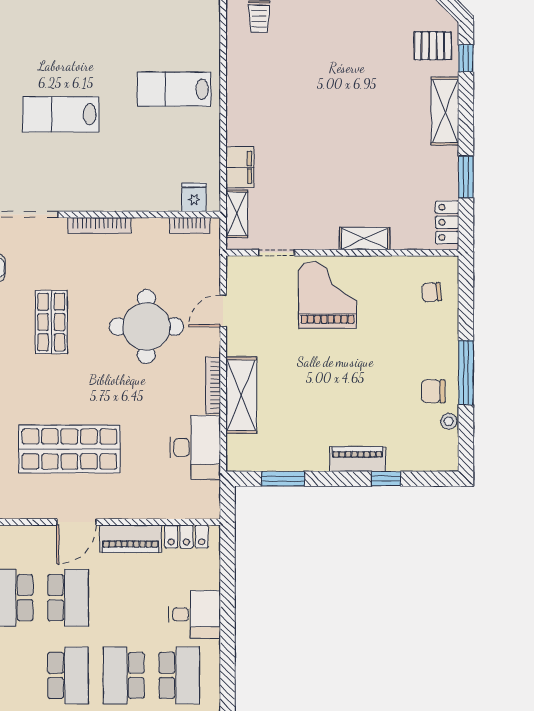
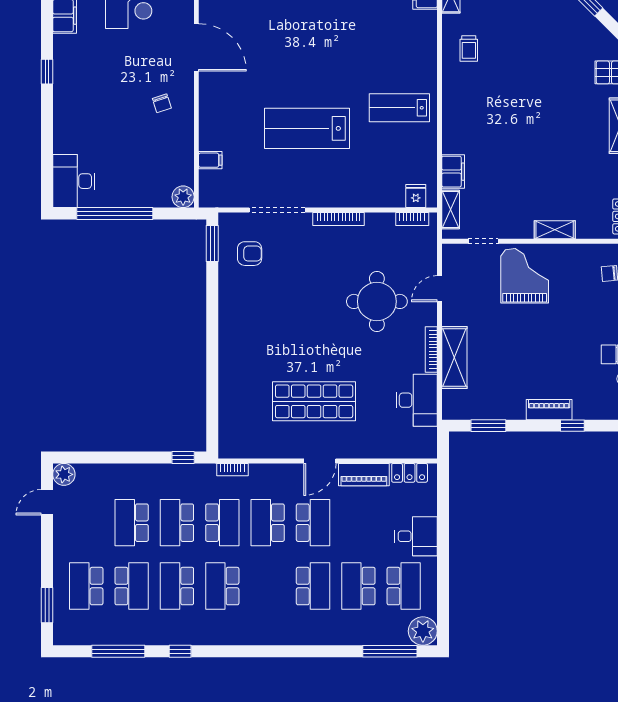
lab bench: (61, 114) -> (307, 128), width x1.36, depth x1.39
shop shelf: (51, 322) -> (299, 298), removed

